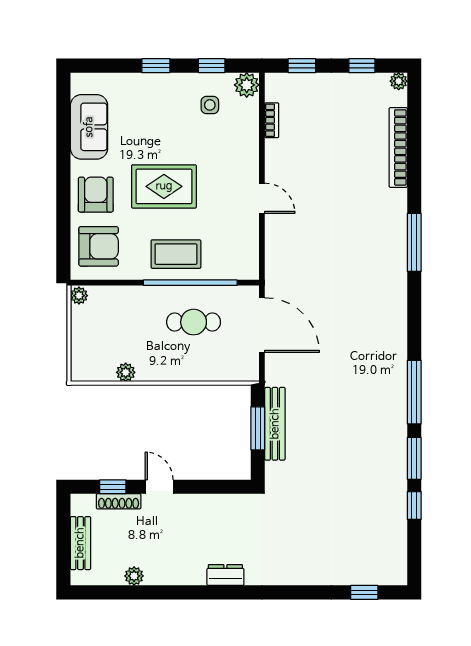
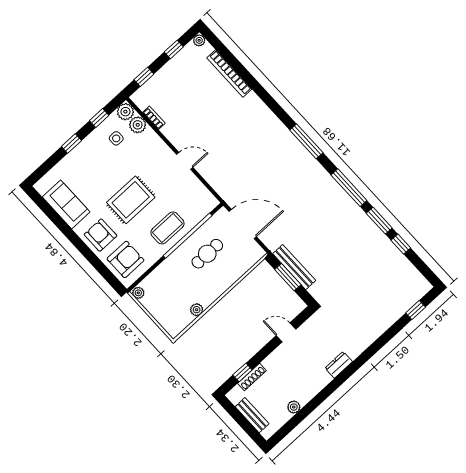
plant: (247, 112) -> (138, 125), added
window: (414, 242) -> (306, 141), moved
door: (159, 487) -> (286, 332), moved

